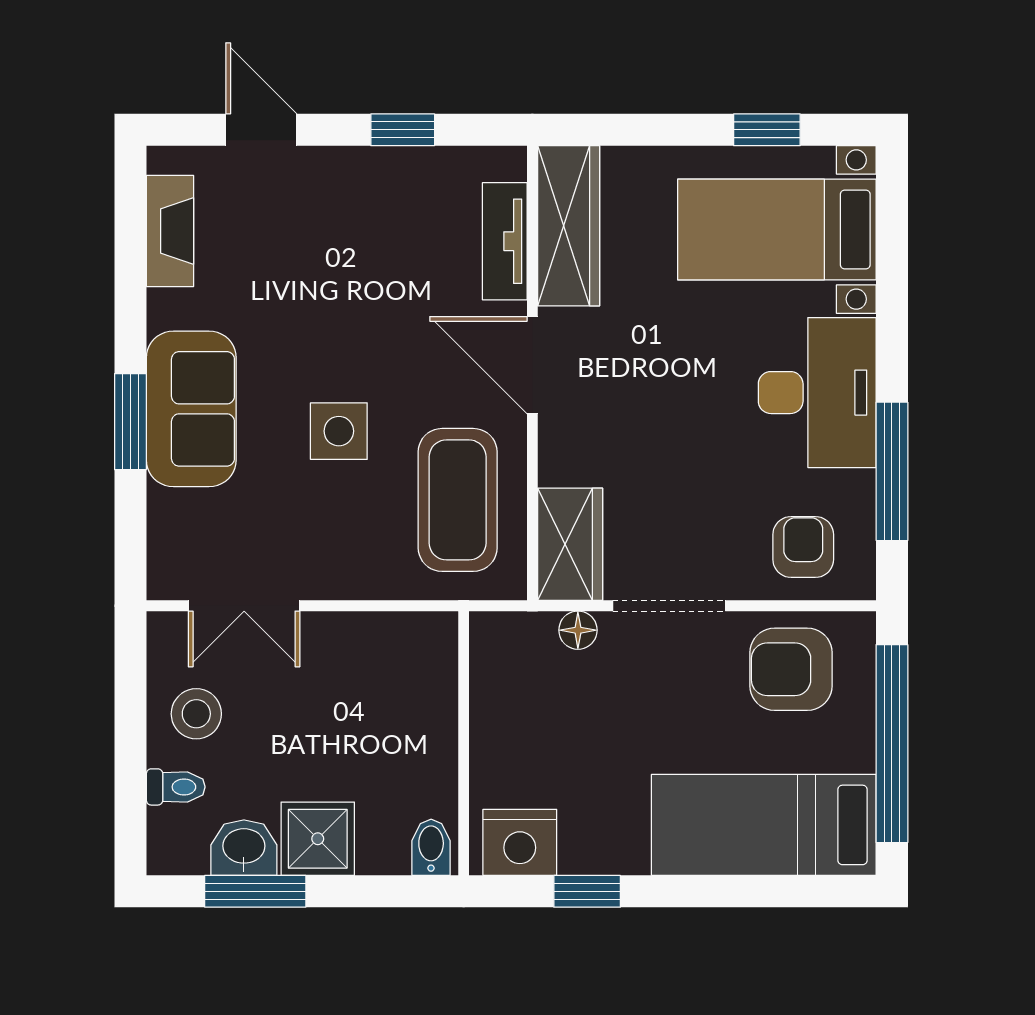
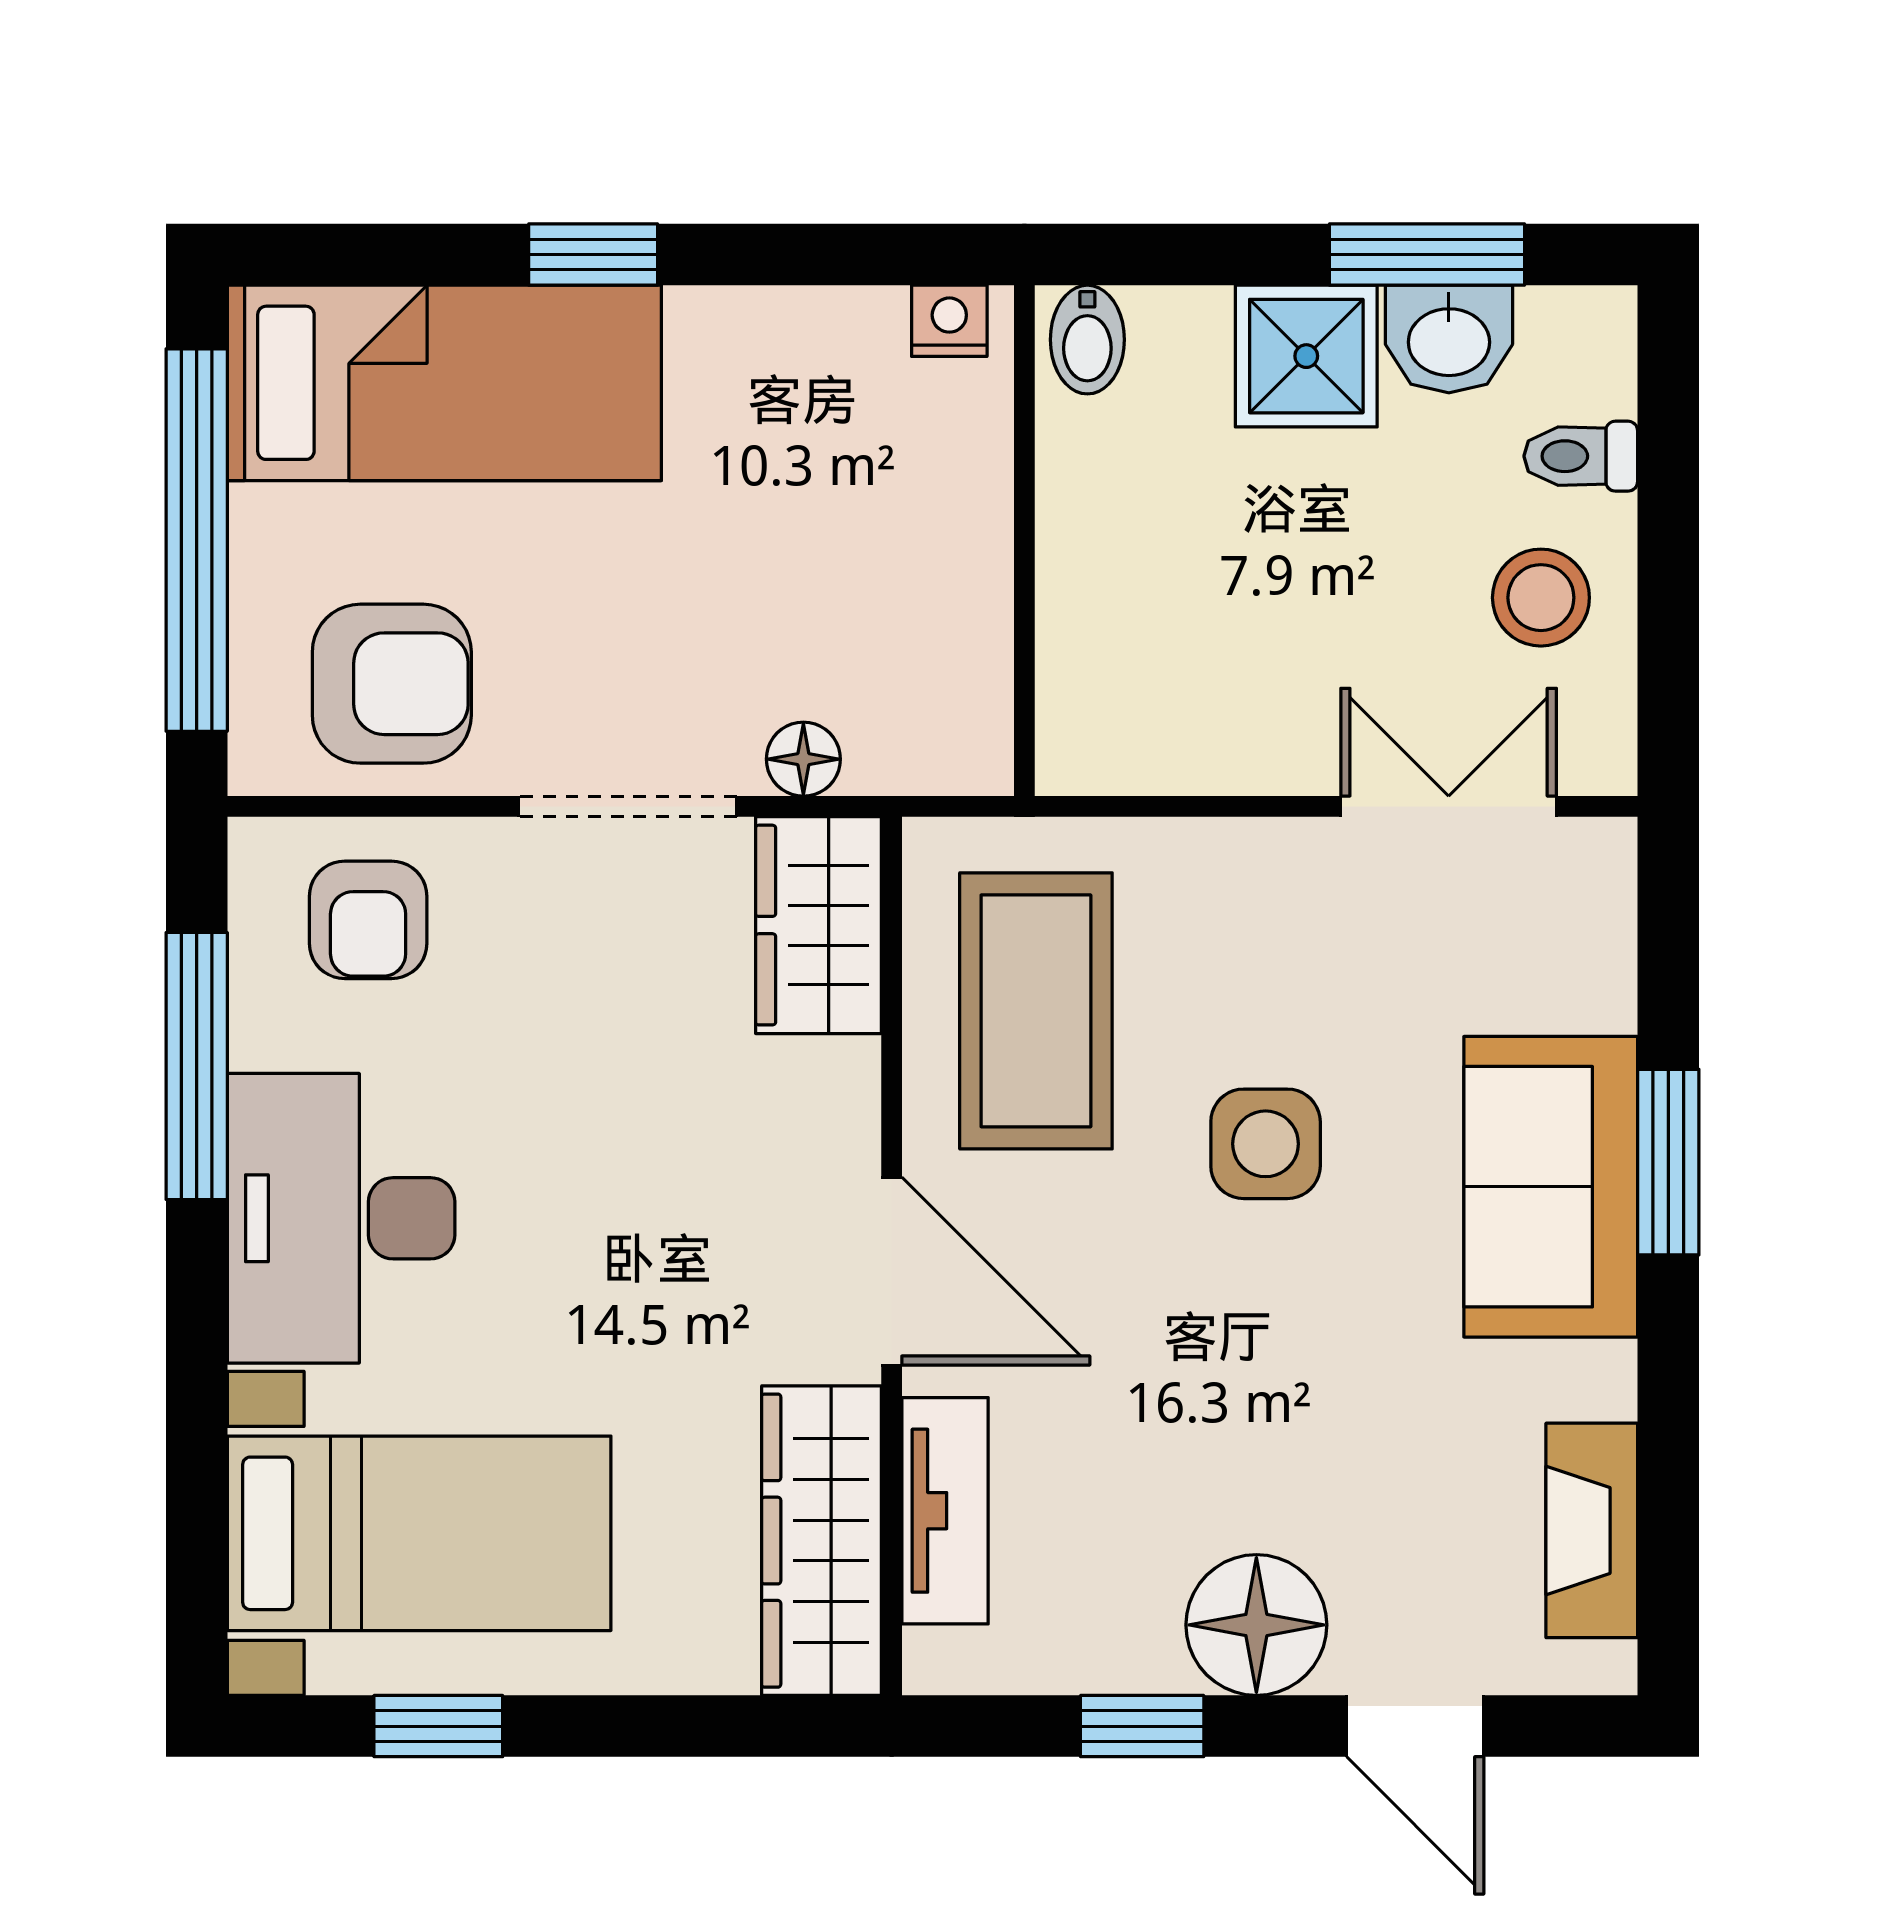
floor lamp: (344, 182) -> (1256, 1625), added
nightstand: (520, 842) -> (949, 321), width x0.53, depth x0.56
window: (587, 891) -> (593, 254), moved

